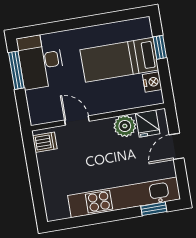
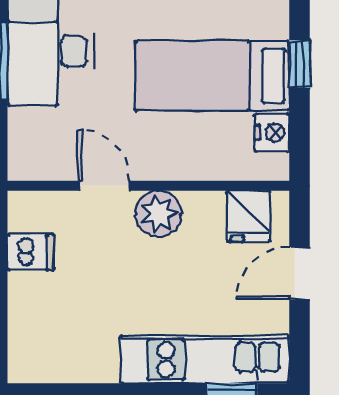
plant: (125, 126) -> (159, 213), moved
dishwasher: (45, 142) -> (31, 252), moved
kitchen unit: (124, 197) -> (205, 360), width x0.73

